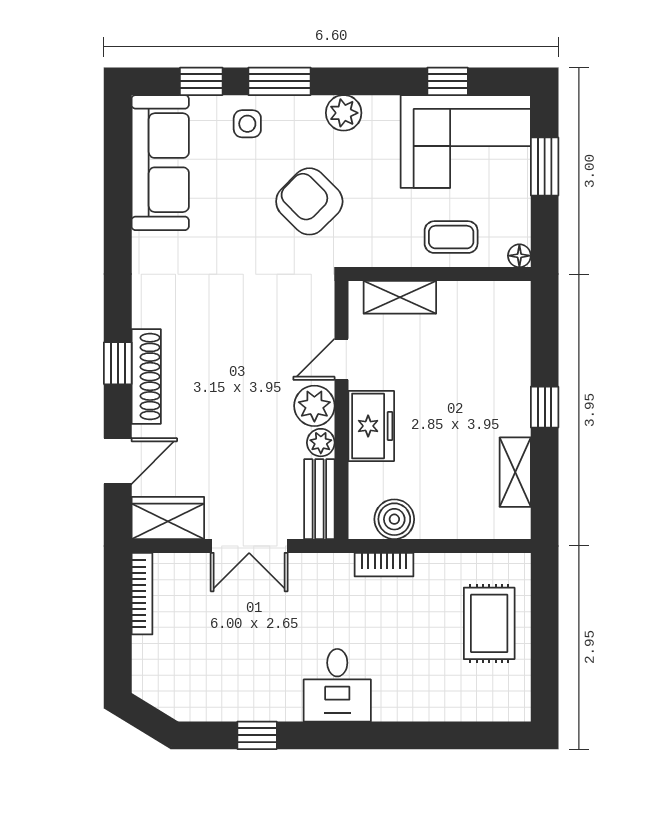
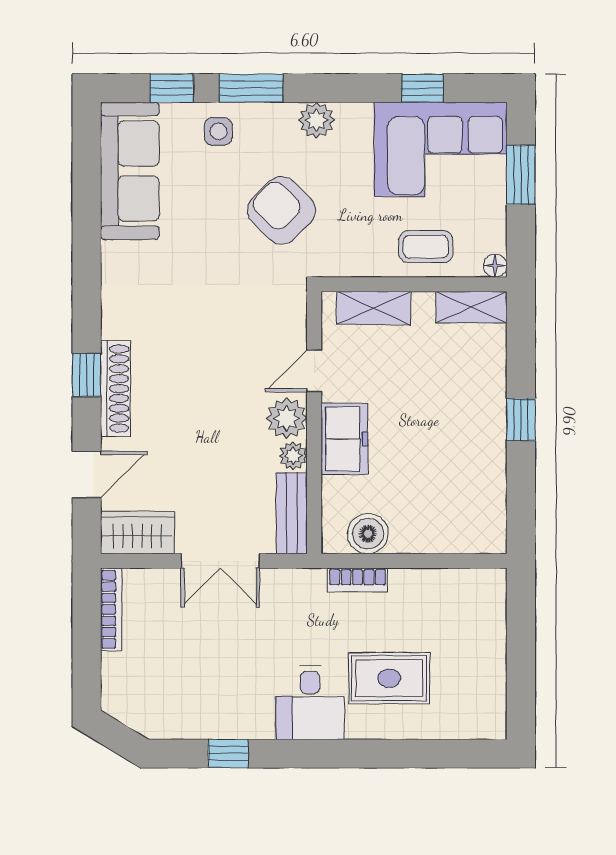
shelving: (515, 472) -> (471, 307), moved, turned 90
rug: (489, 623) -> (389, 678), moved, turned 90

